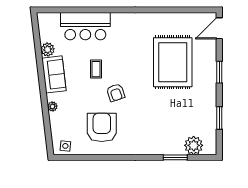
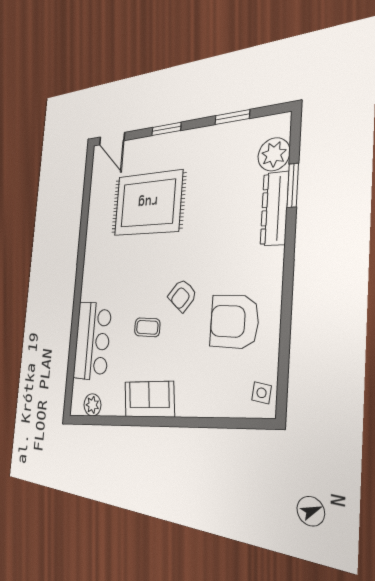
plant: (48, 49) -> (92, 405), moved
armchair: (116, 93) -> (182, 295), turned 148
plant: (52, 106) -> (195, 409), removed
dresser: (163, 148) -> (275, 209), added

